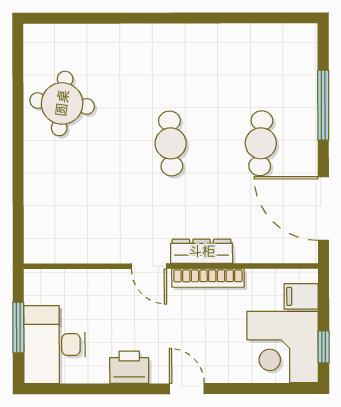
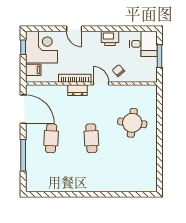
round table: (62, 103) -> (132, 123), moved
dresser: (202, 251) -> (78, 90), width x0.70
chair: (110, 295) -> (118, 71), added
desk: (54, 345) -> (143, 44), width x0.73
door: (187, 389) -> (74, 29), moved

